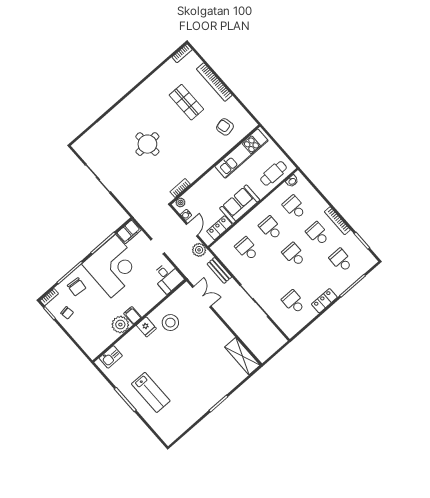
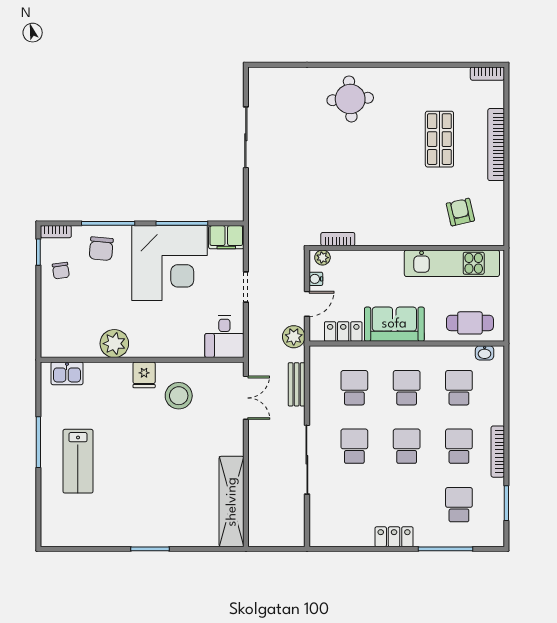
round table: (147, 144) -> (350, 99), moved
school desk: (294, 302) -> (354, 446), moved
filing cabinet: (132, 315) -> (139, 345), removed
shelving: (242, 356) -> (232, 502), width x1.47

